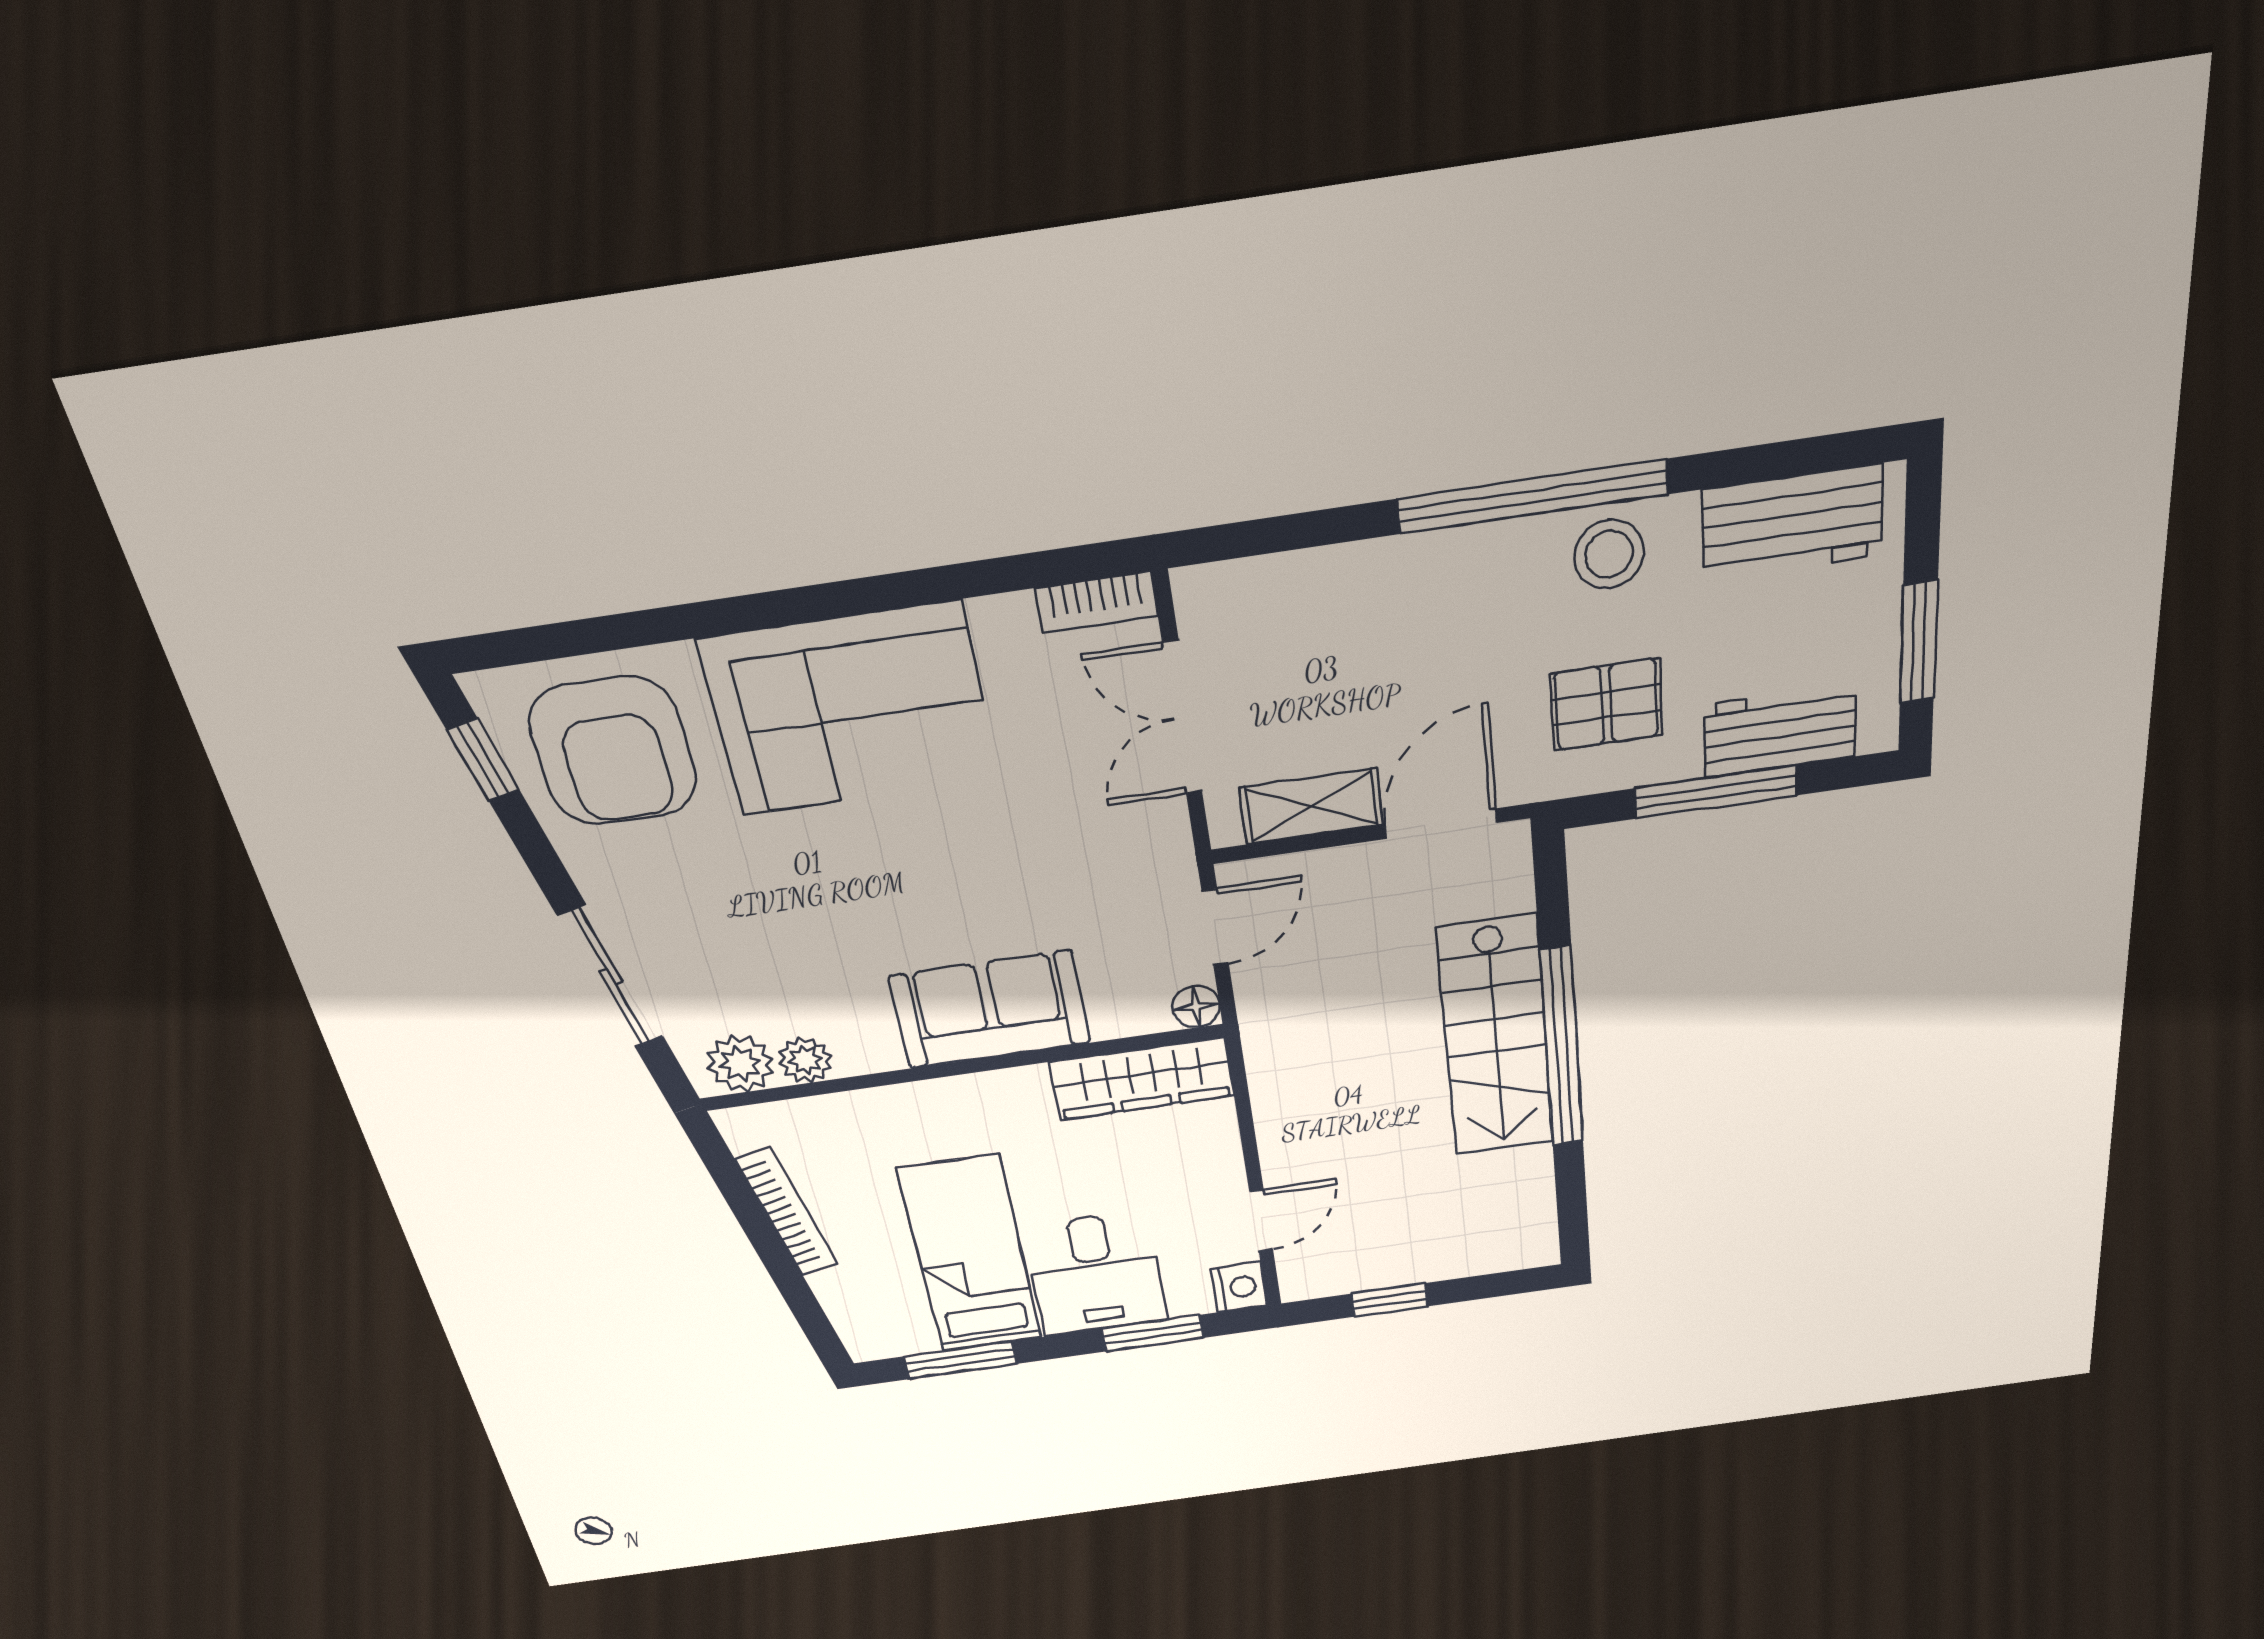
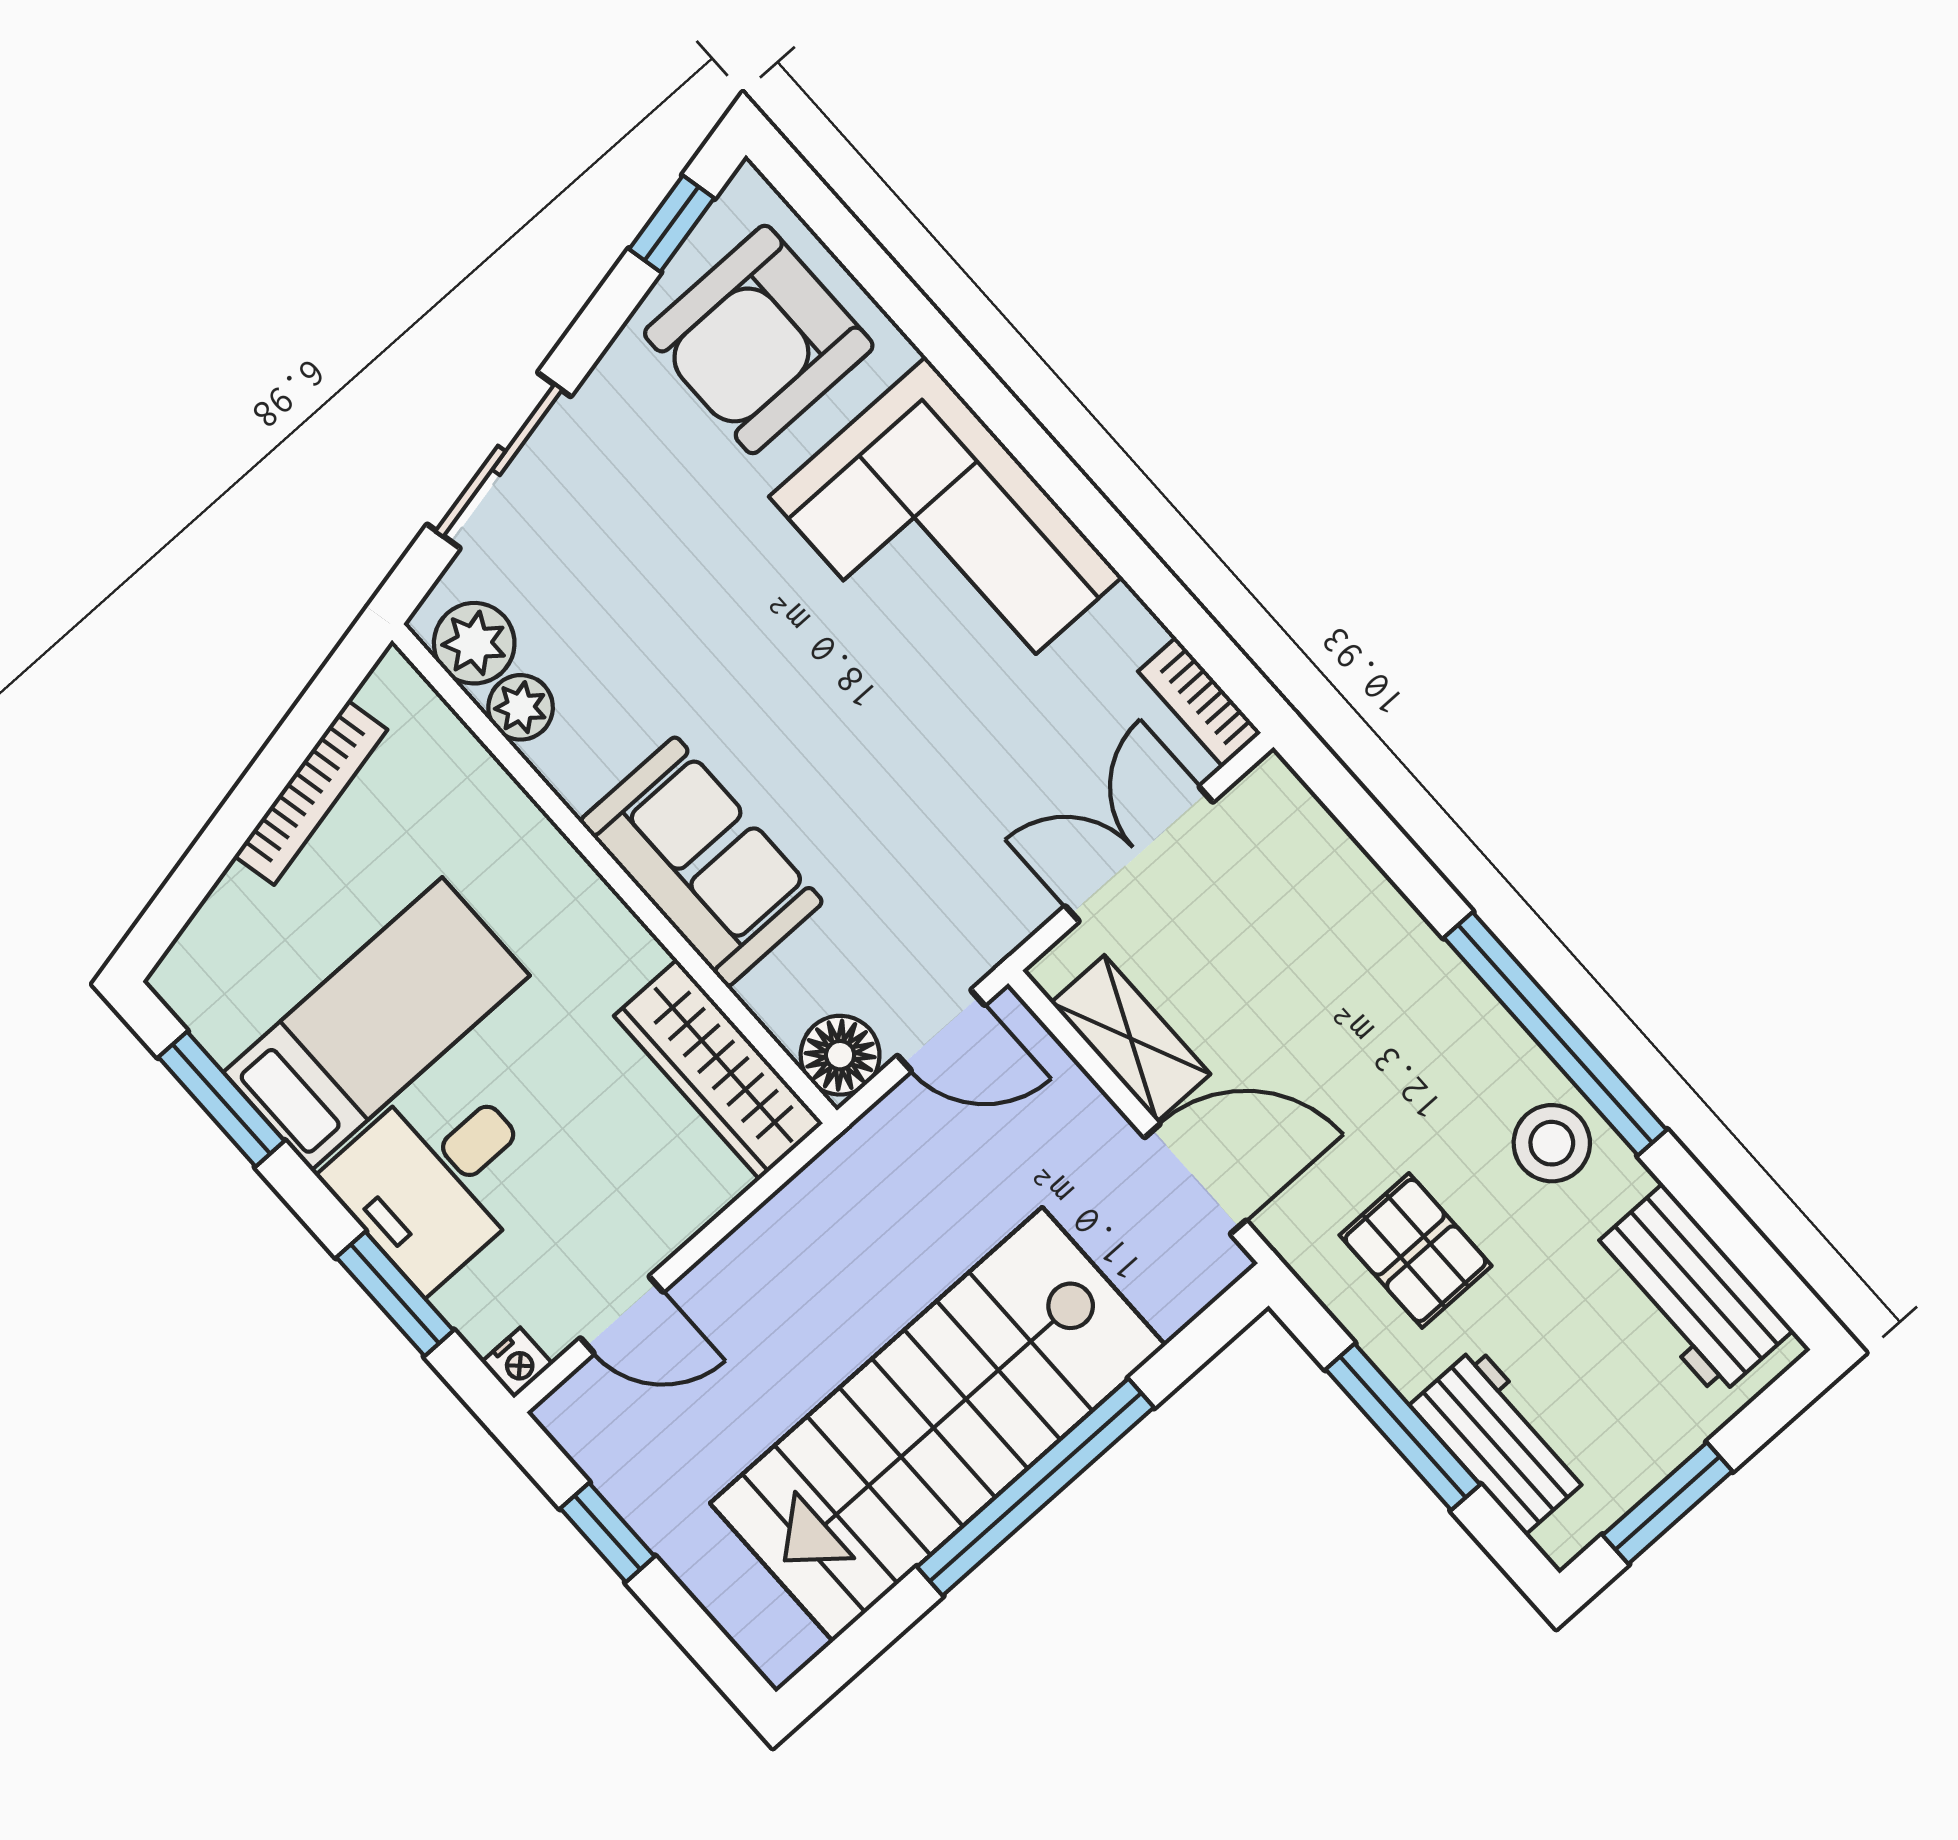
floor lamp: (1196, 1007) -> (840, 1055), width x1.37, depth x1.37
stairs: (1496, 1037) -> (938, 1424), width x1.36, depth x1.51
nightstand: (1239, 1287) -> (517, 1363), width x0.72, depth x0.74

